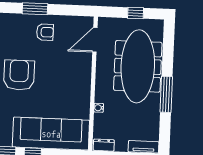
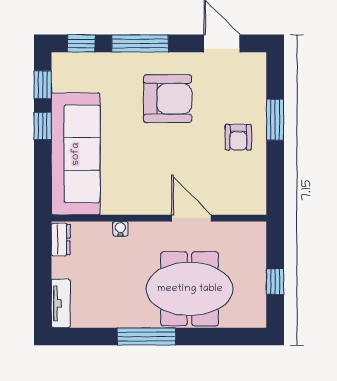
door: (95, 40) -> (191, 218), moved
meeting table: (138, 66) -> (190, 289), width x0.73

